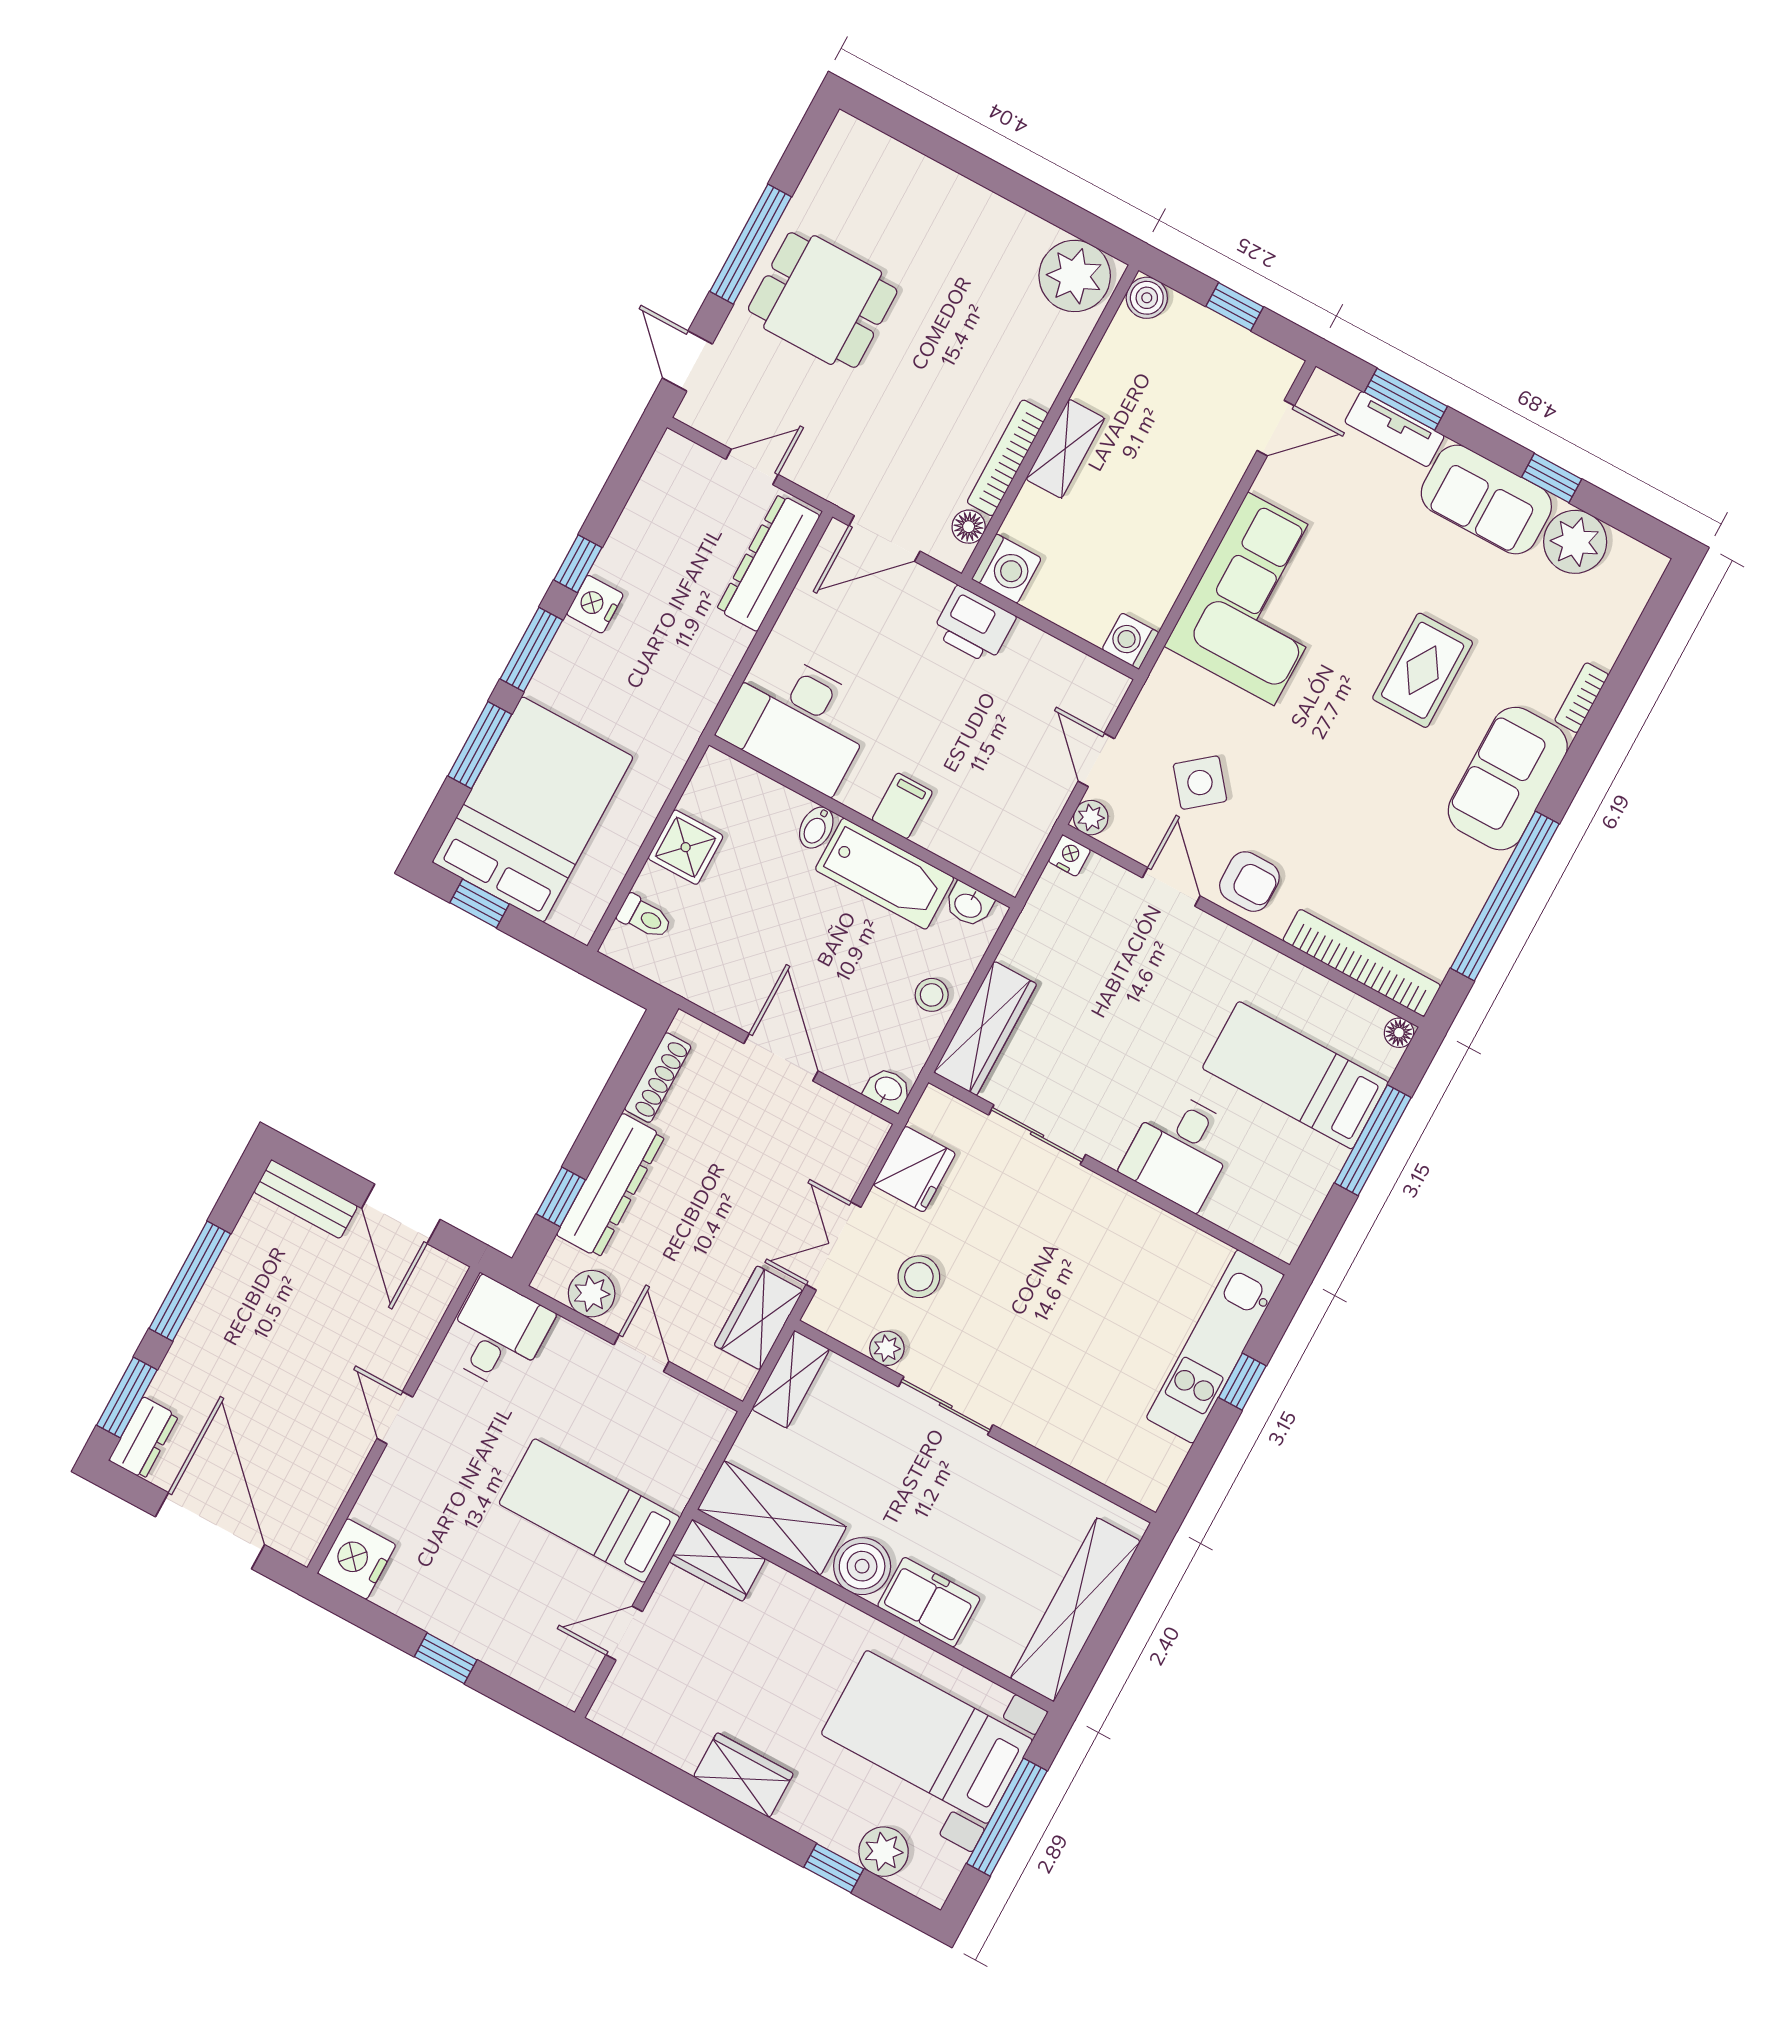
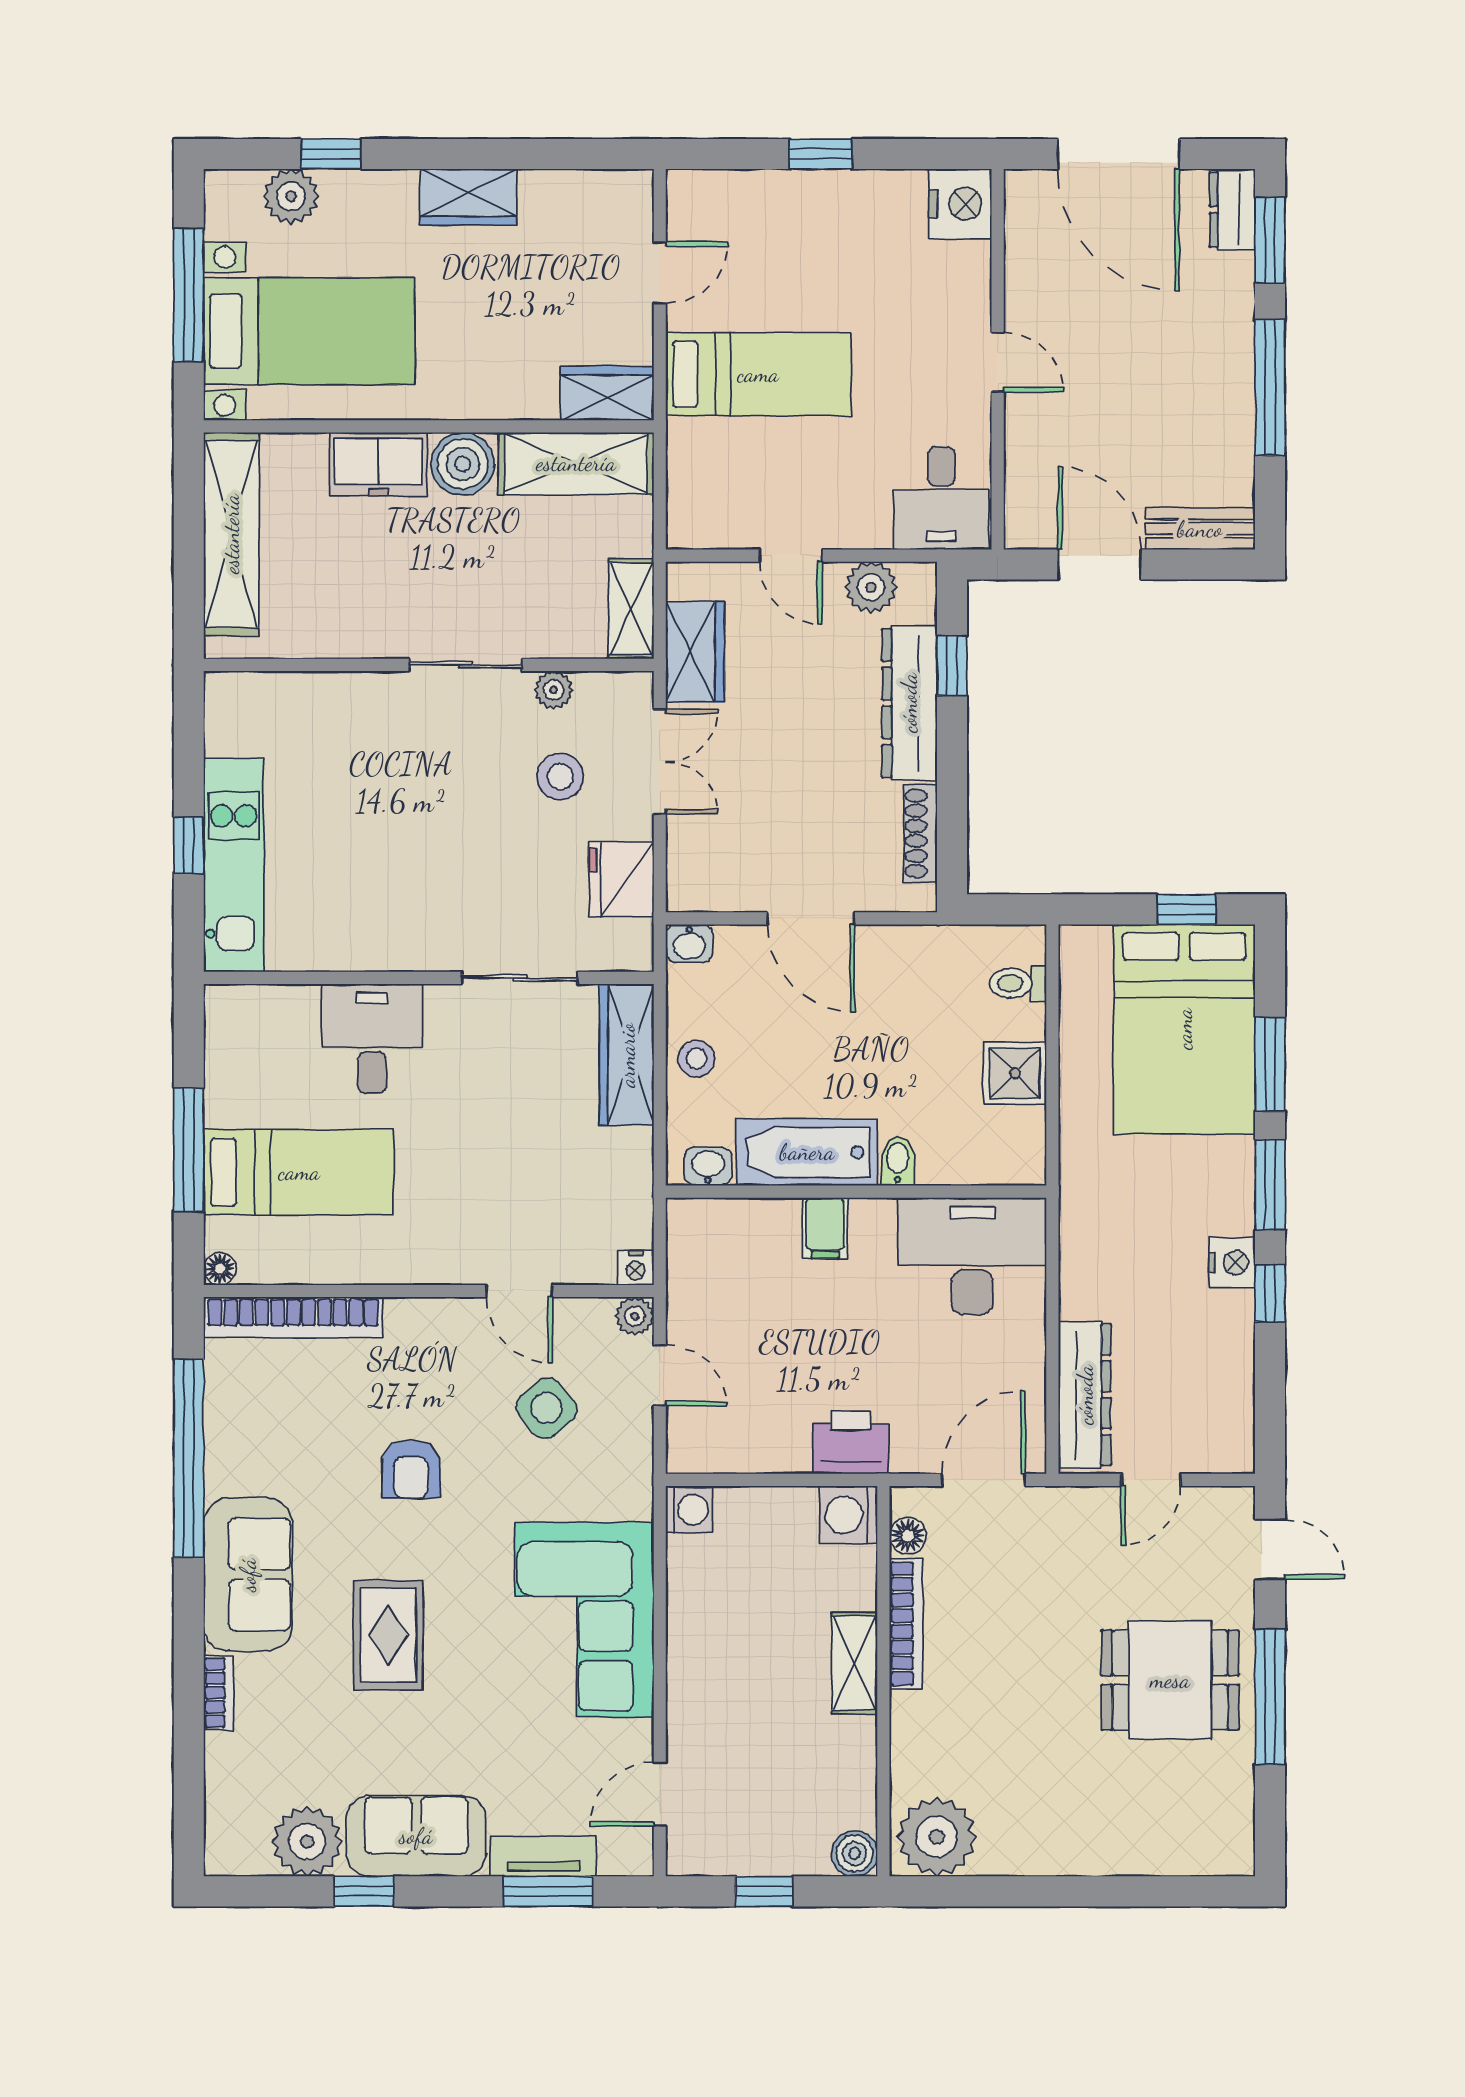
armchair: (1249, 882) -> (411, 1469), moved, turned -90

